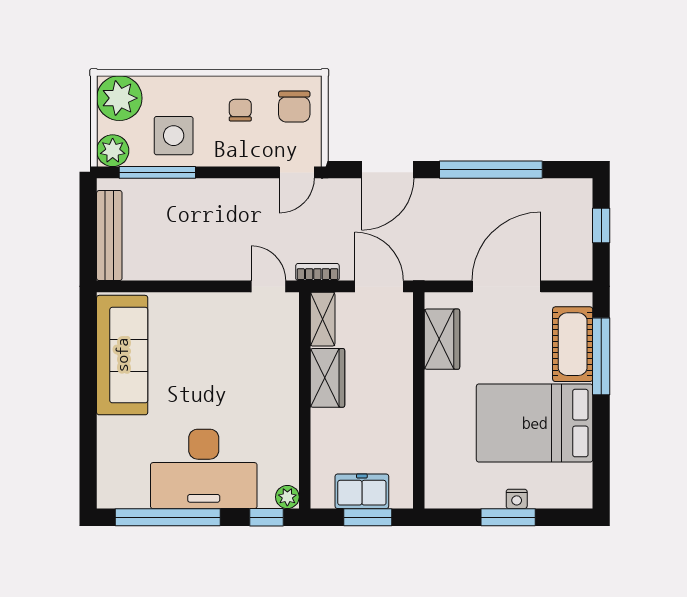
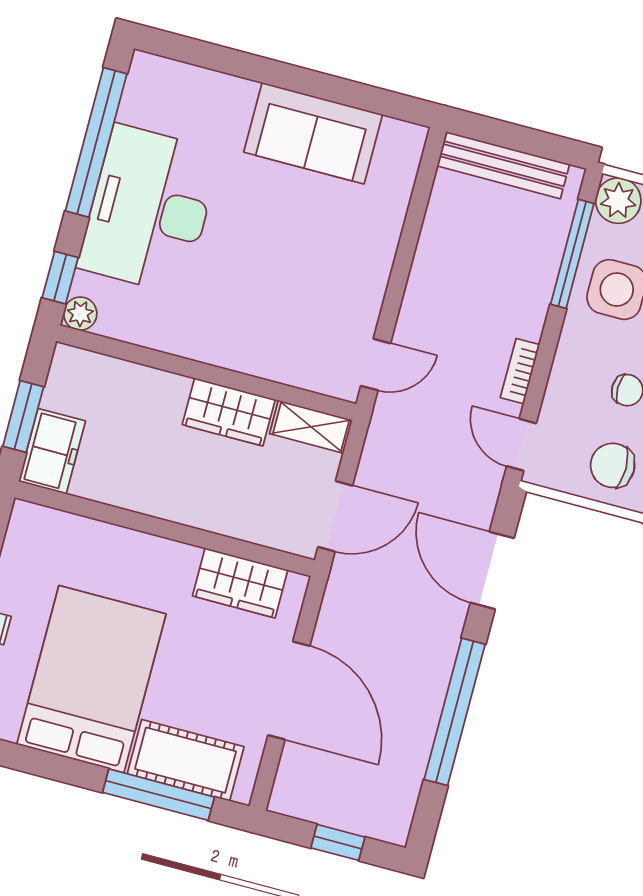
bookcase: (317, 272) -> (520, 371), moved, turned 180
sofa: (122, 355) -> (313, 133), width x0.73
freezer: (362, 491) -> (52, 451), moved

